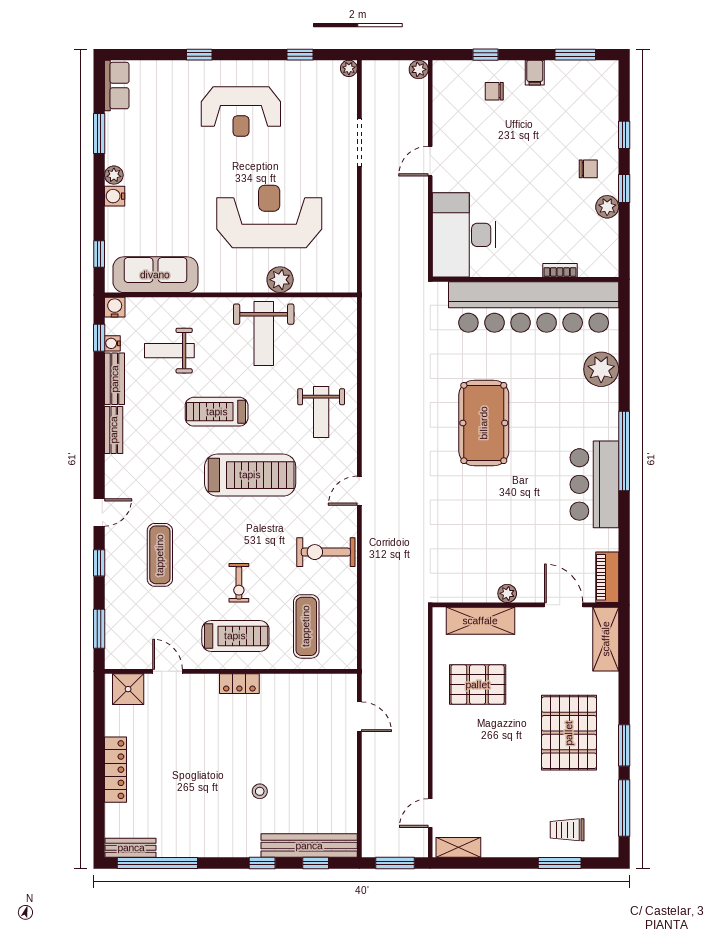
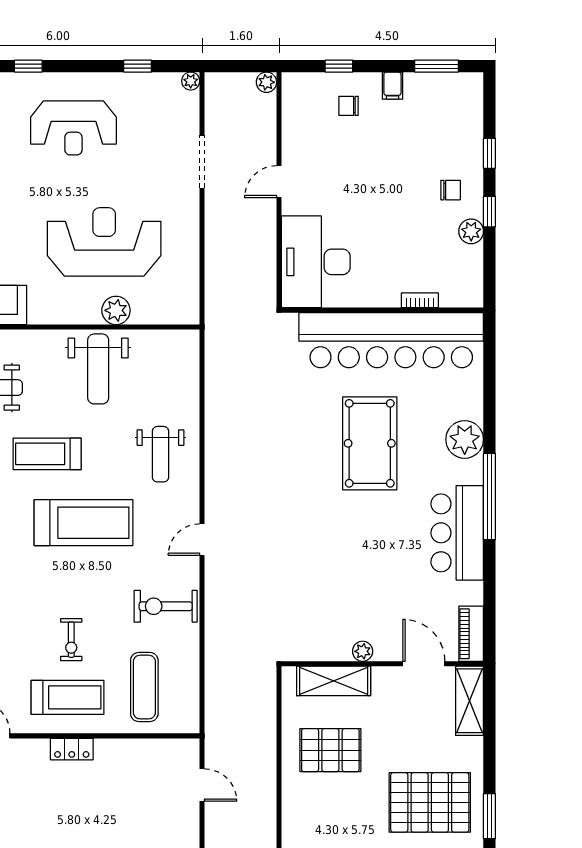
plant: (601, 369) -> (465, 439), moved
pool table: (484, 423) -> (370, 443), moved
pallet: (569, 733) -> (430, 802), turned 90

